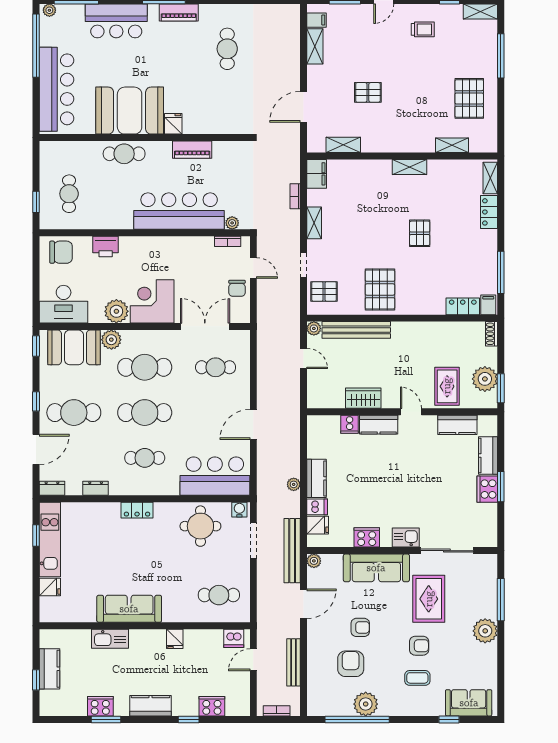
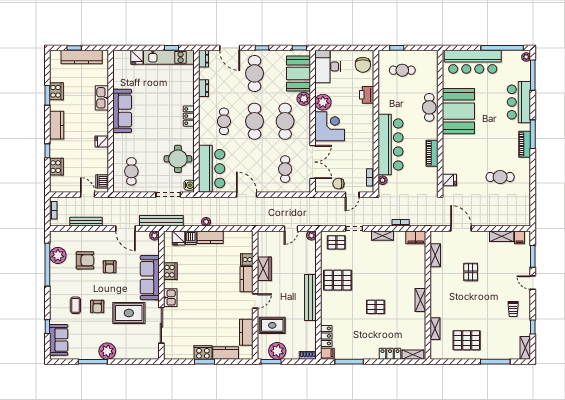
fridge: (173, 124) -> (449, 180), moved
pallet: (324, 291) -> (336, 242), turned 90
bench: (356, 330) -> (310, 297), moved
window: (501, 600) -> (93, 362), moved
kitchen counter: (49, 669) -> (82, 57), width x1.50
plant: (366, 704) -> (58, 255), moved

